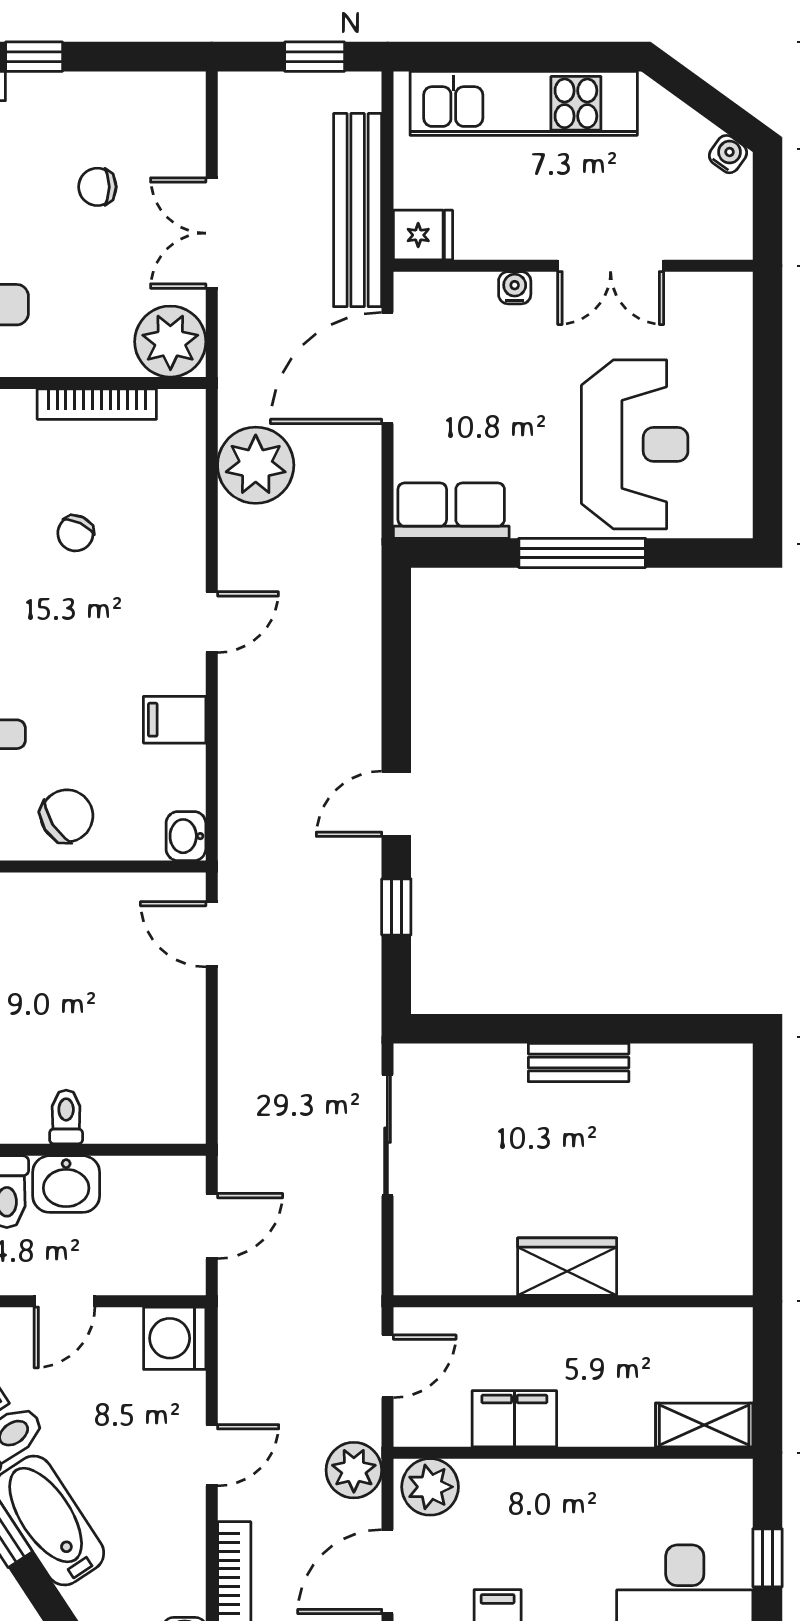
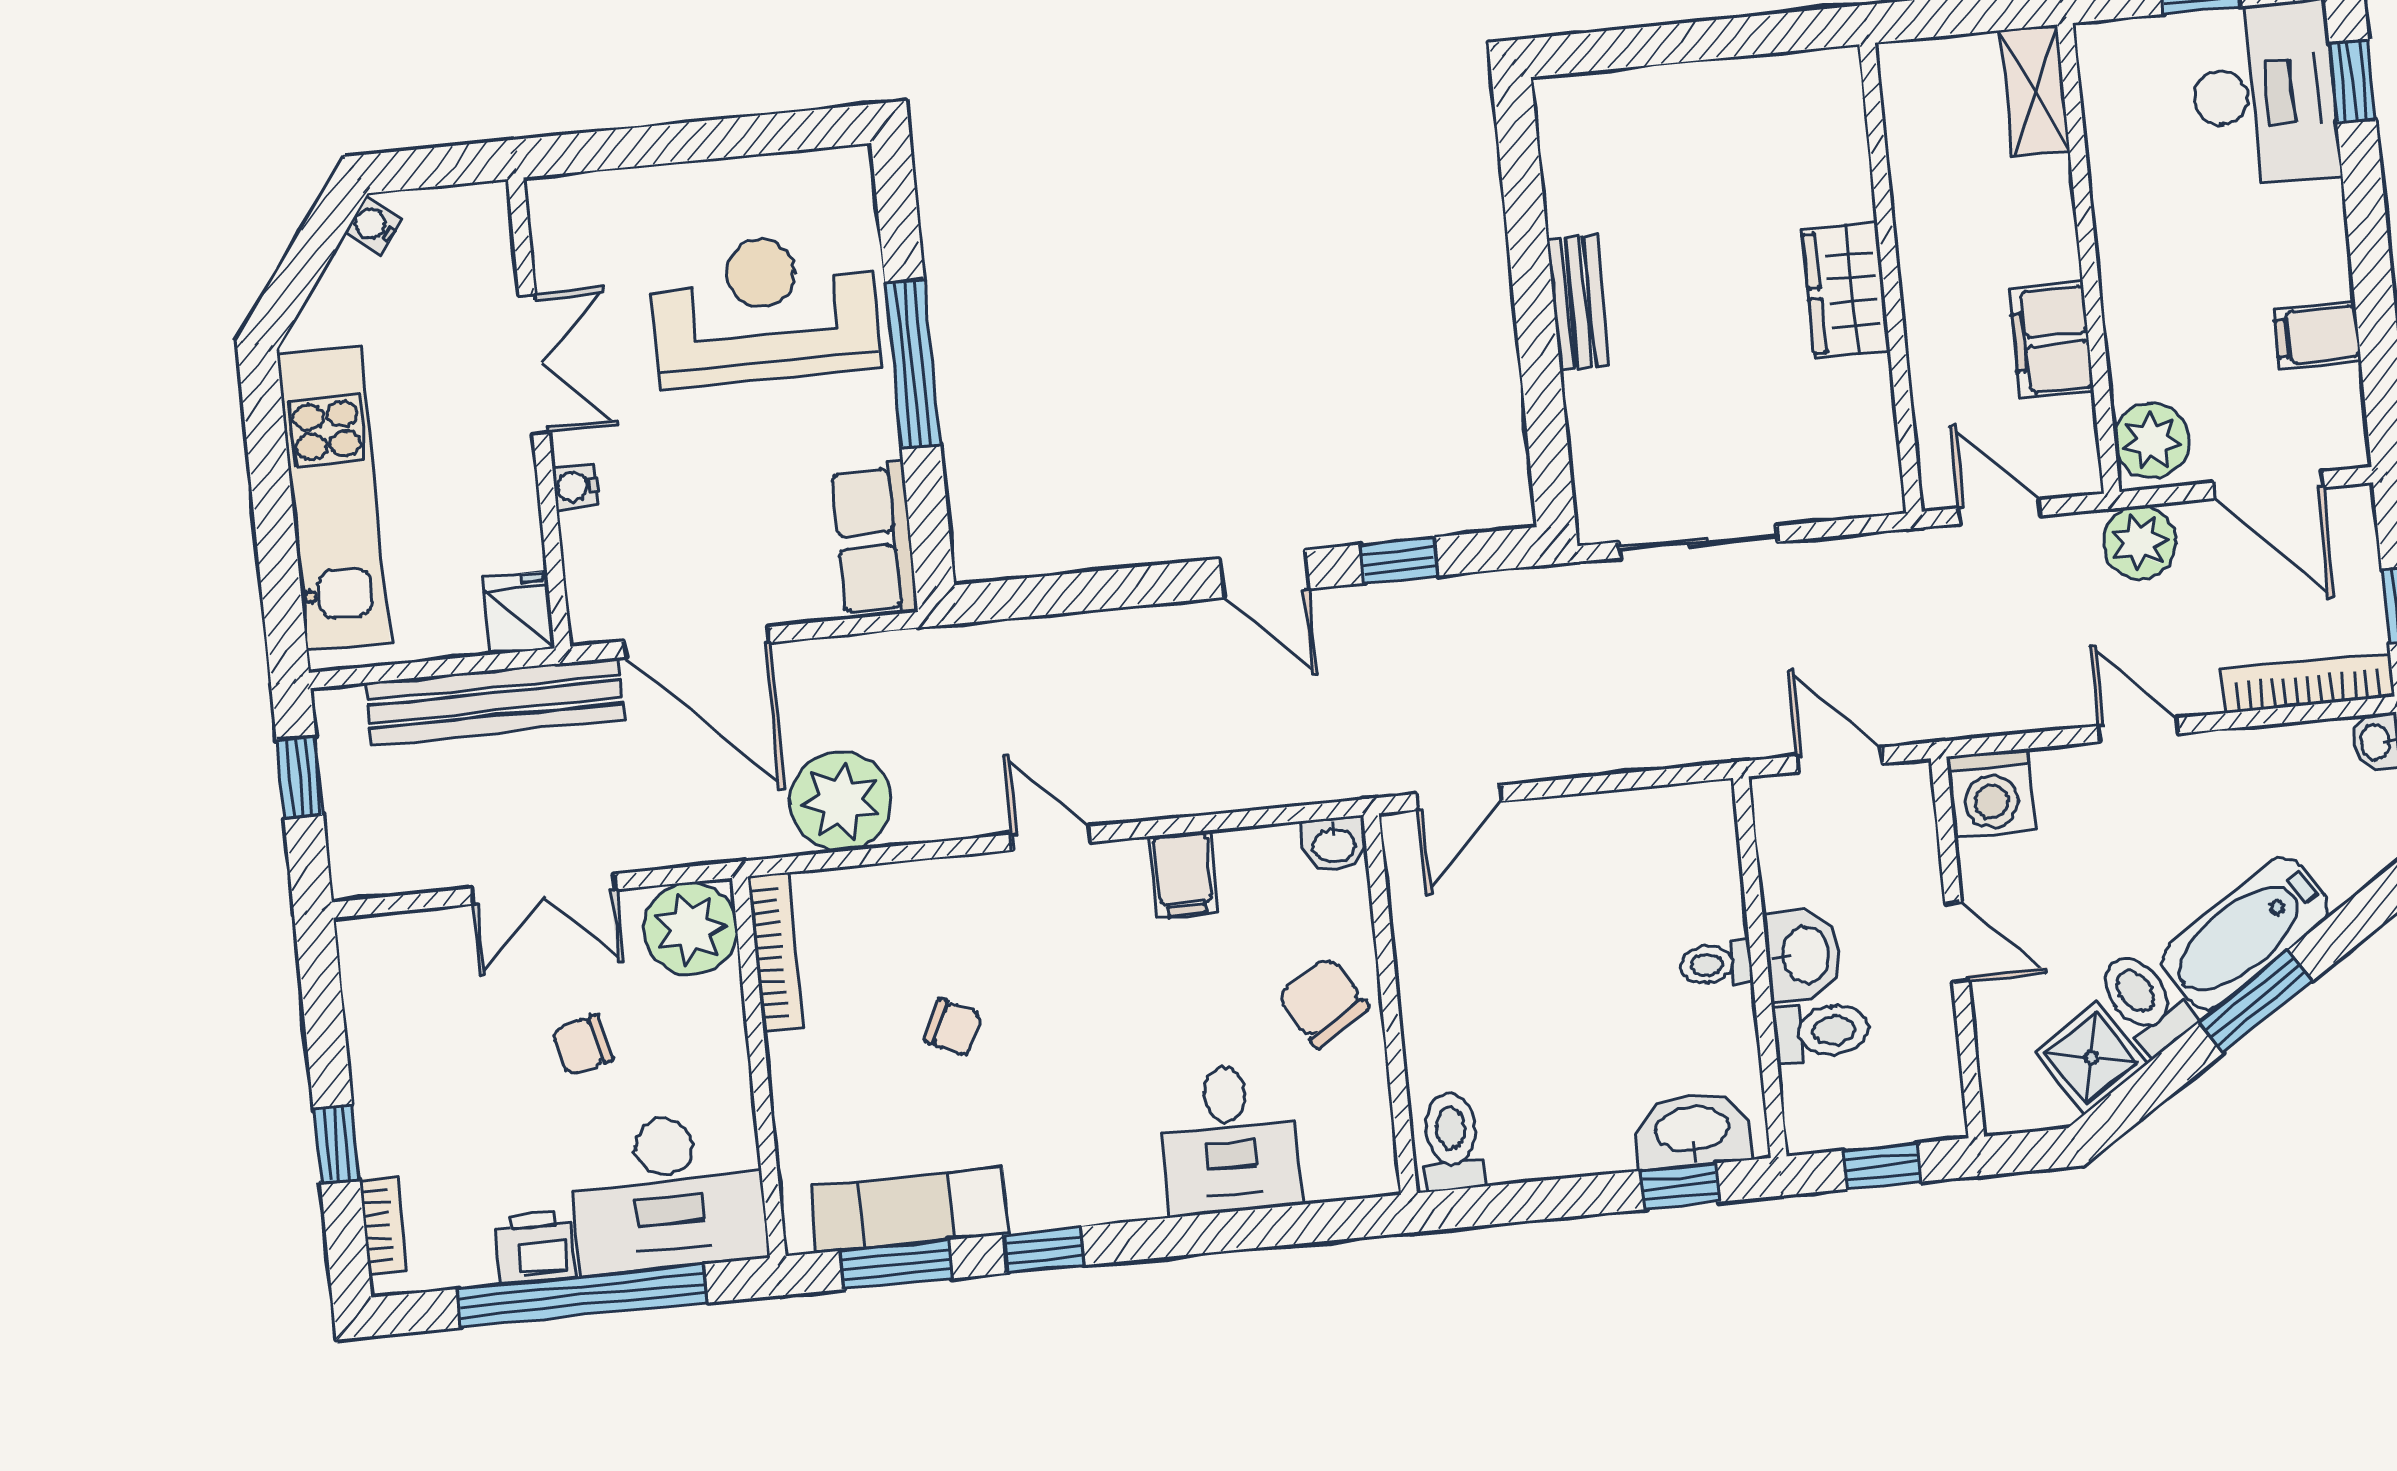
chair: (97, 187) -> (583, 1045), moved, turned 76
bookcase: (97, 404) -> (775, 952), moved

